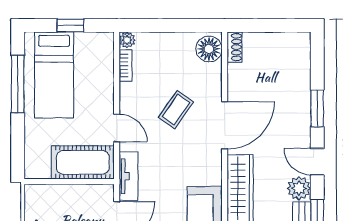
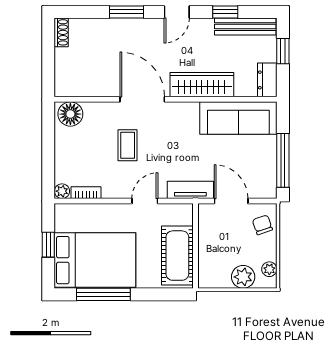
shoe rack: (234, 47) -> (61, 32), moved, turned 90
bed: (54, 75) -> (95, 260), width x1.50
coffee table: (176, 110) -> (128, 145), turned 55
cot: (83, 162) -> (177, 256), moved
plant: (299, 188) -> (202, 29), removed

